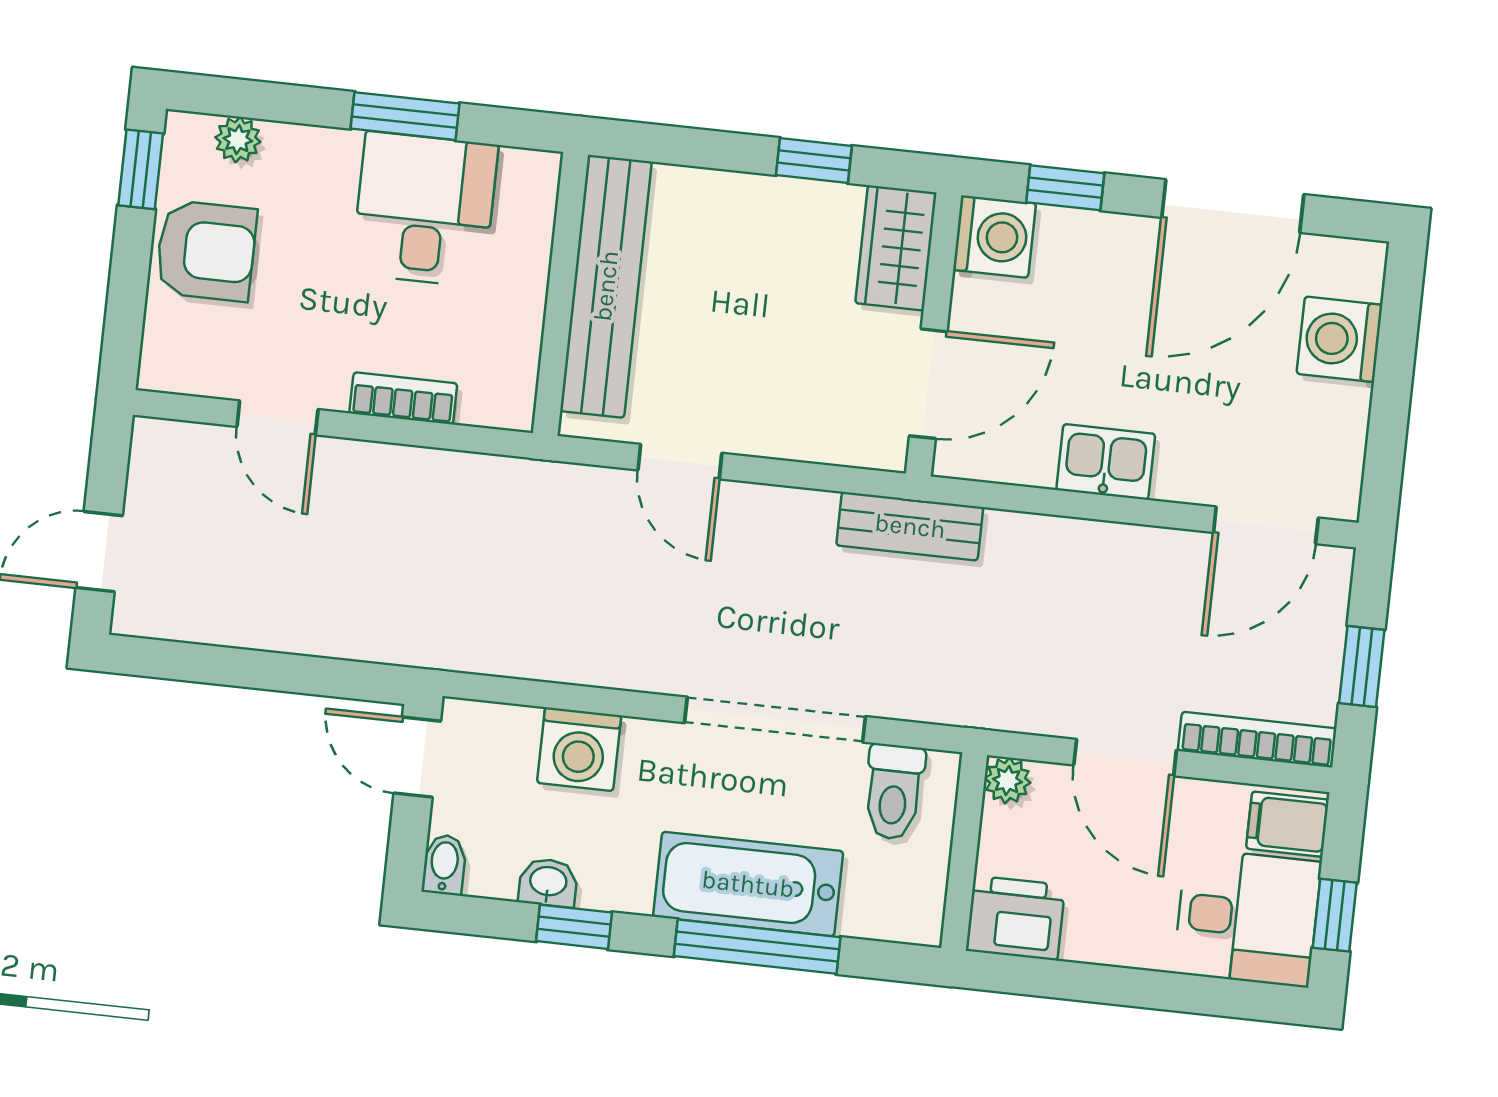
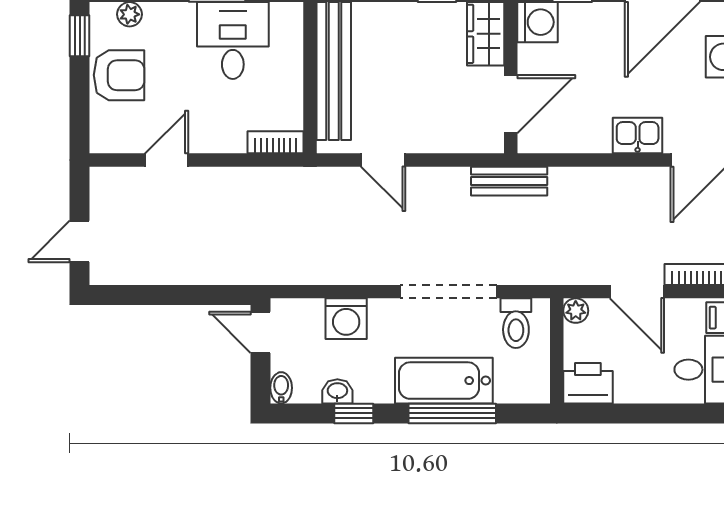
bookcase: (403, 398) -> (276, 142), moved
door: (277, 418) -> (167, 160), swing flipped
kitchen sink: (1106, 462) -> (638, 136), moved

